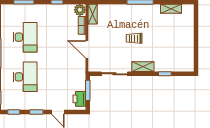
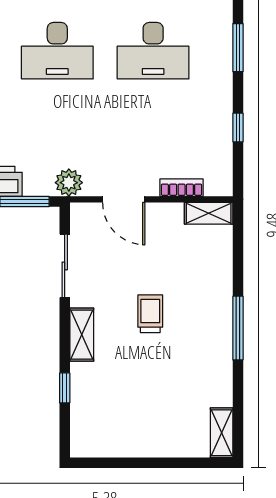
shelving: (171, 9) -> (222, 433), moved
plant: (80, 10) -> (69, 183), moved
door: (87, 49) -> (124, 199), swing flipped

